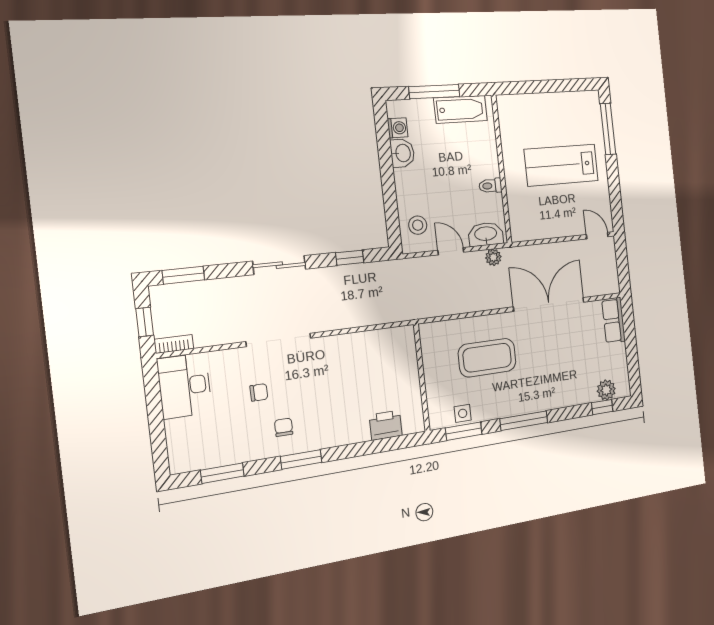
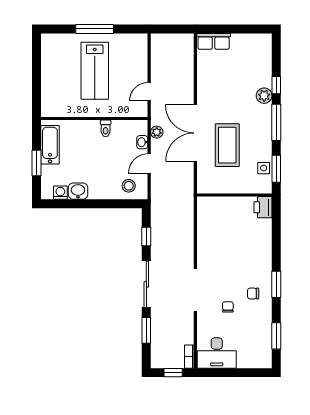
window: (434, 92) -> (37, 163), width x0.69
window: (608, 129) -> (95, 29), moved
washbasin: (486, 234) -> (142, 142), width x0.52, depth x0.69
door: (597, 236) -> (149, 92), moved
sliding door: (279, 265) -> (146, 284), width x1.37
window: (183, 275) -> (146, 330), moved
double door: (549, 304) -> (195, 133), moved
plant: (606, 390) -> (264, 96), moved
window: (602, 407) -> (276, 85), moved
printer: (386, 425) -> (263, 207), moved

